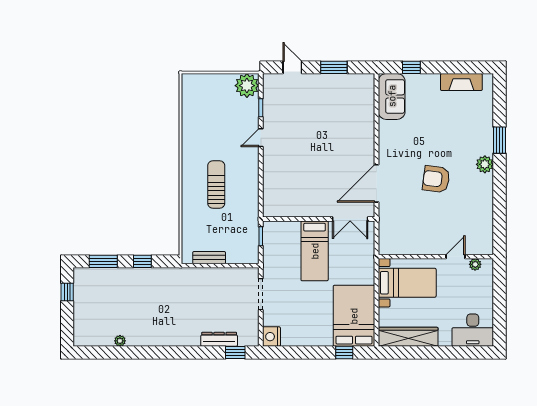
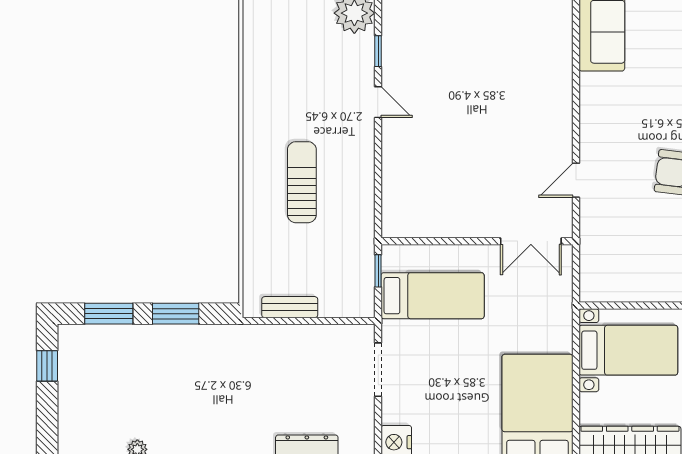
door: (261, 138) -> (378, 102), swing flipped
door: (377, 183) -> (576, 180), width x0.53
bed: (315, 251) -> (433, 296), moved, turned -90
window: (142, 261) -> (176, 314), width x1.50

